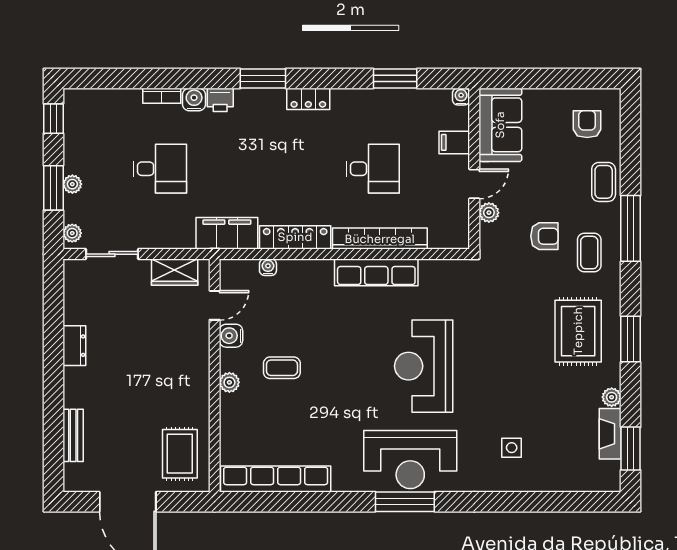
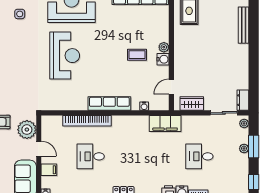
door: (474, 184) -> (39, 149), swing flipped
plant: (489, 213) -> (27, 130), width x1.88, depth x1.88
locker: (295, 237) -> (130, 121), removed
row of seats: (376, 272) -> (109, 103), moved
water cooler: (231, 336) -> (163, 59), moved
dresser: (74, 346) -> (243, 100), moved
bench: (73, 435) -> (244, 25), width x1.36

